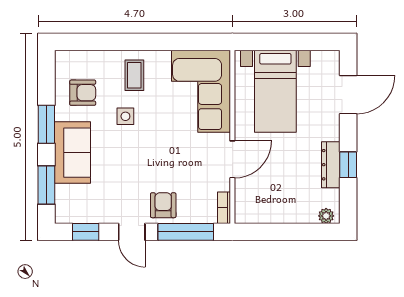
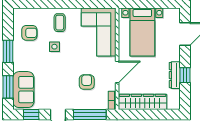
sofa: (73, 153) -> (23, 90), moved
armchair: (163, 205) -> (87, 82), moved
wardrobe: (276, 210) -> (142, 102), added
plant: (326, 216) -> (172, 105), removed

